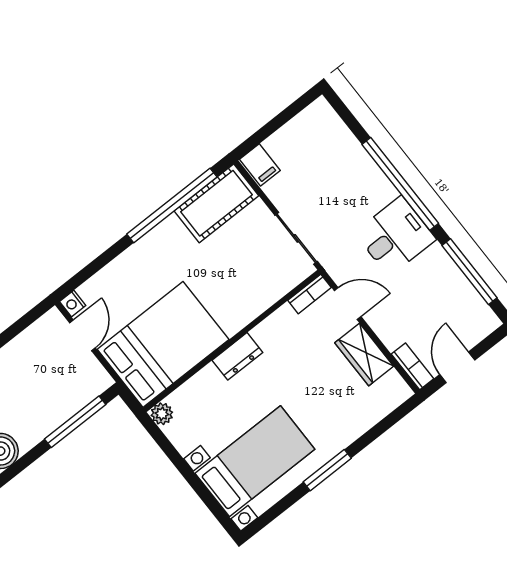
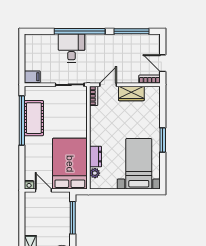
cot: (216, 203) -> (34, 118), moved
desk: (395, 236) -> (72, 48), moved
dresser: (237, 356) -> (96, 157), moved
plant: (162, 414) -> (95, 173), moved

